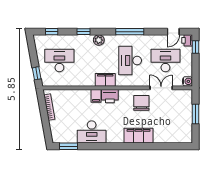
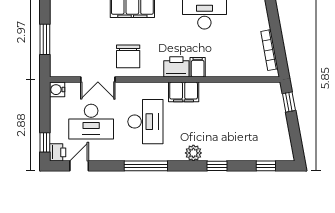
desk: (59, 61) -> (254, 122), removed

